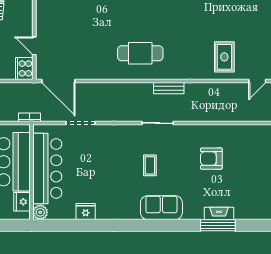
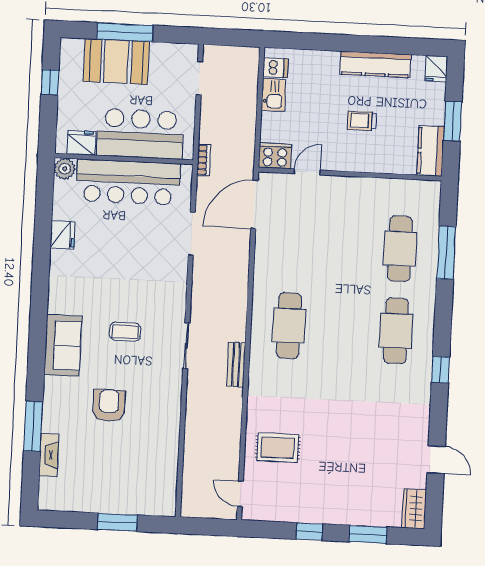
armchair: (211, 159) -> (109, 406), moved
fireplace: (219, 213) -> (49, 455), moved

